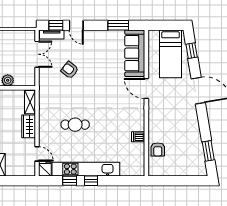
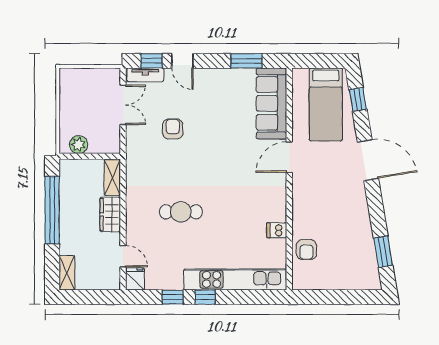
armchair: (70, 70) -> (173, 129), turned 52
door: (146, 89) -> (289, 157), hinge flipped
kitchen unit: (86, 169) -> (235, 279), moved

